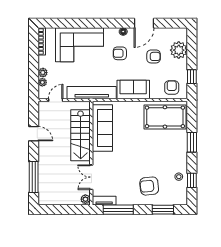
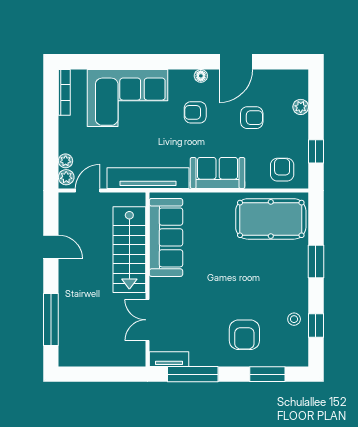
plant: (179, 50) -> (301, 107), width x0.53, depth x0.53
plant: (43, 73) -> (66, 177), moved
armchair: (149, 186) -> (244, 335), turned -84
plant: (85, 199) -> (138, 357), removed

